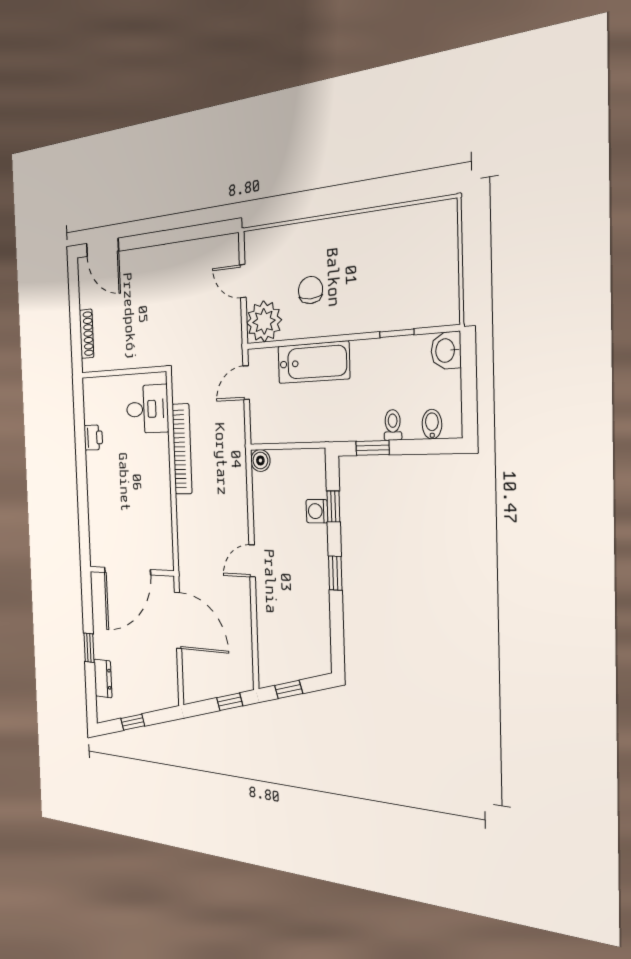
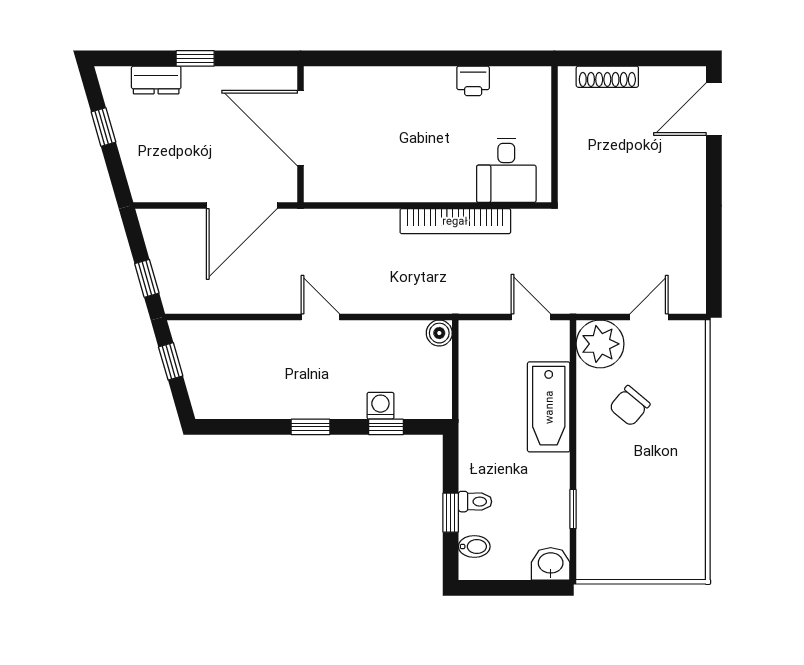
chair: (310, 290) -> (630, 406), turned 130
window: (373, 448) -> (451, 513), moved

